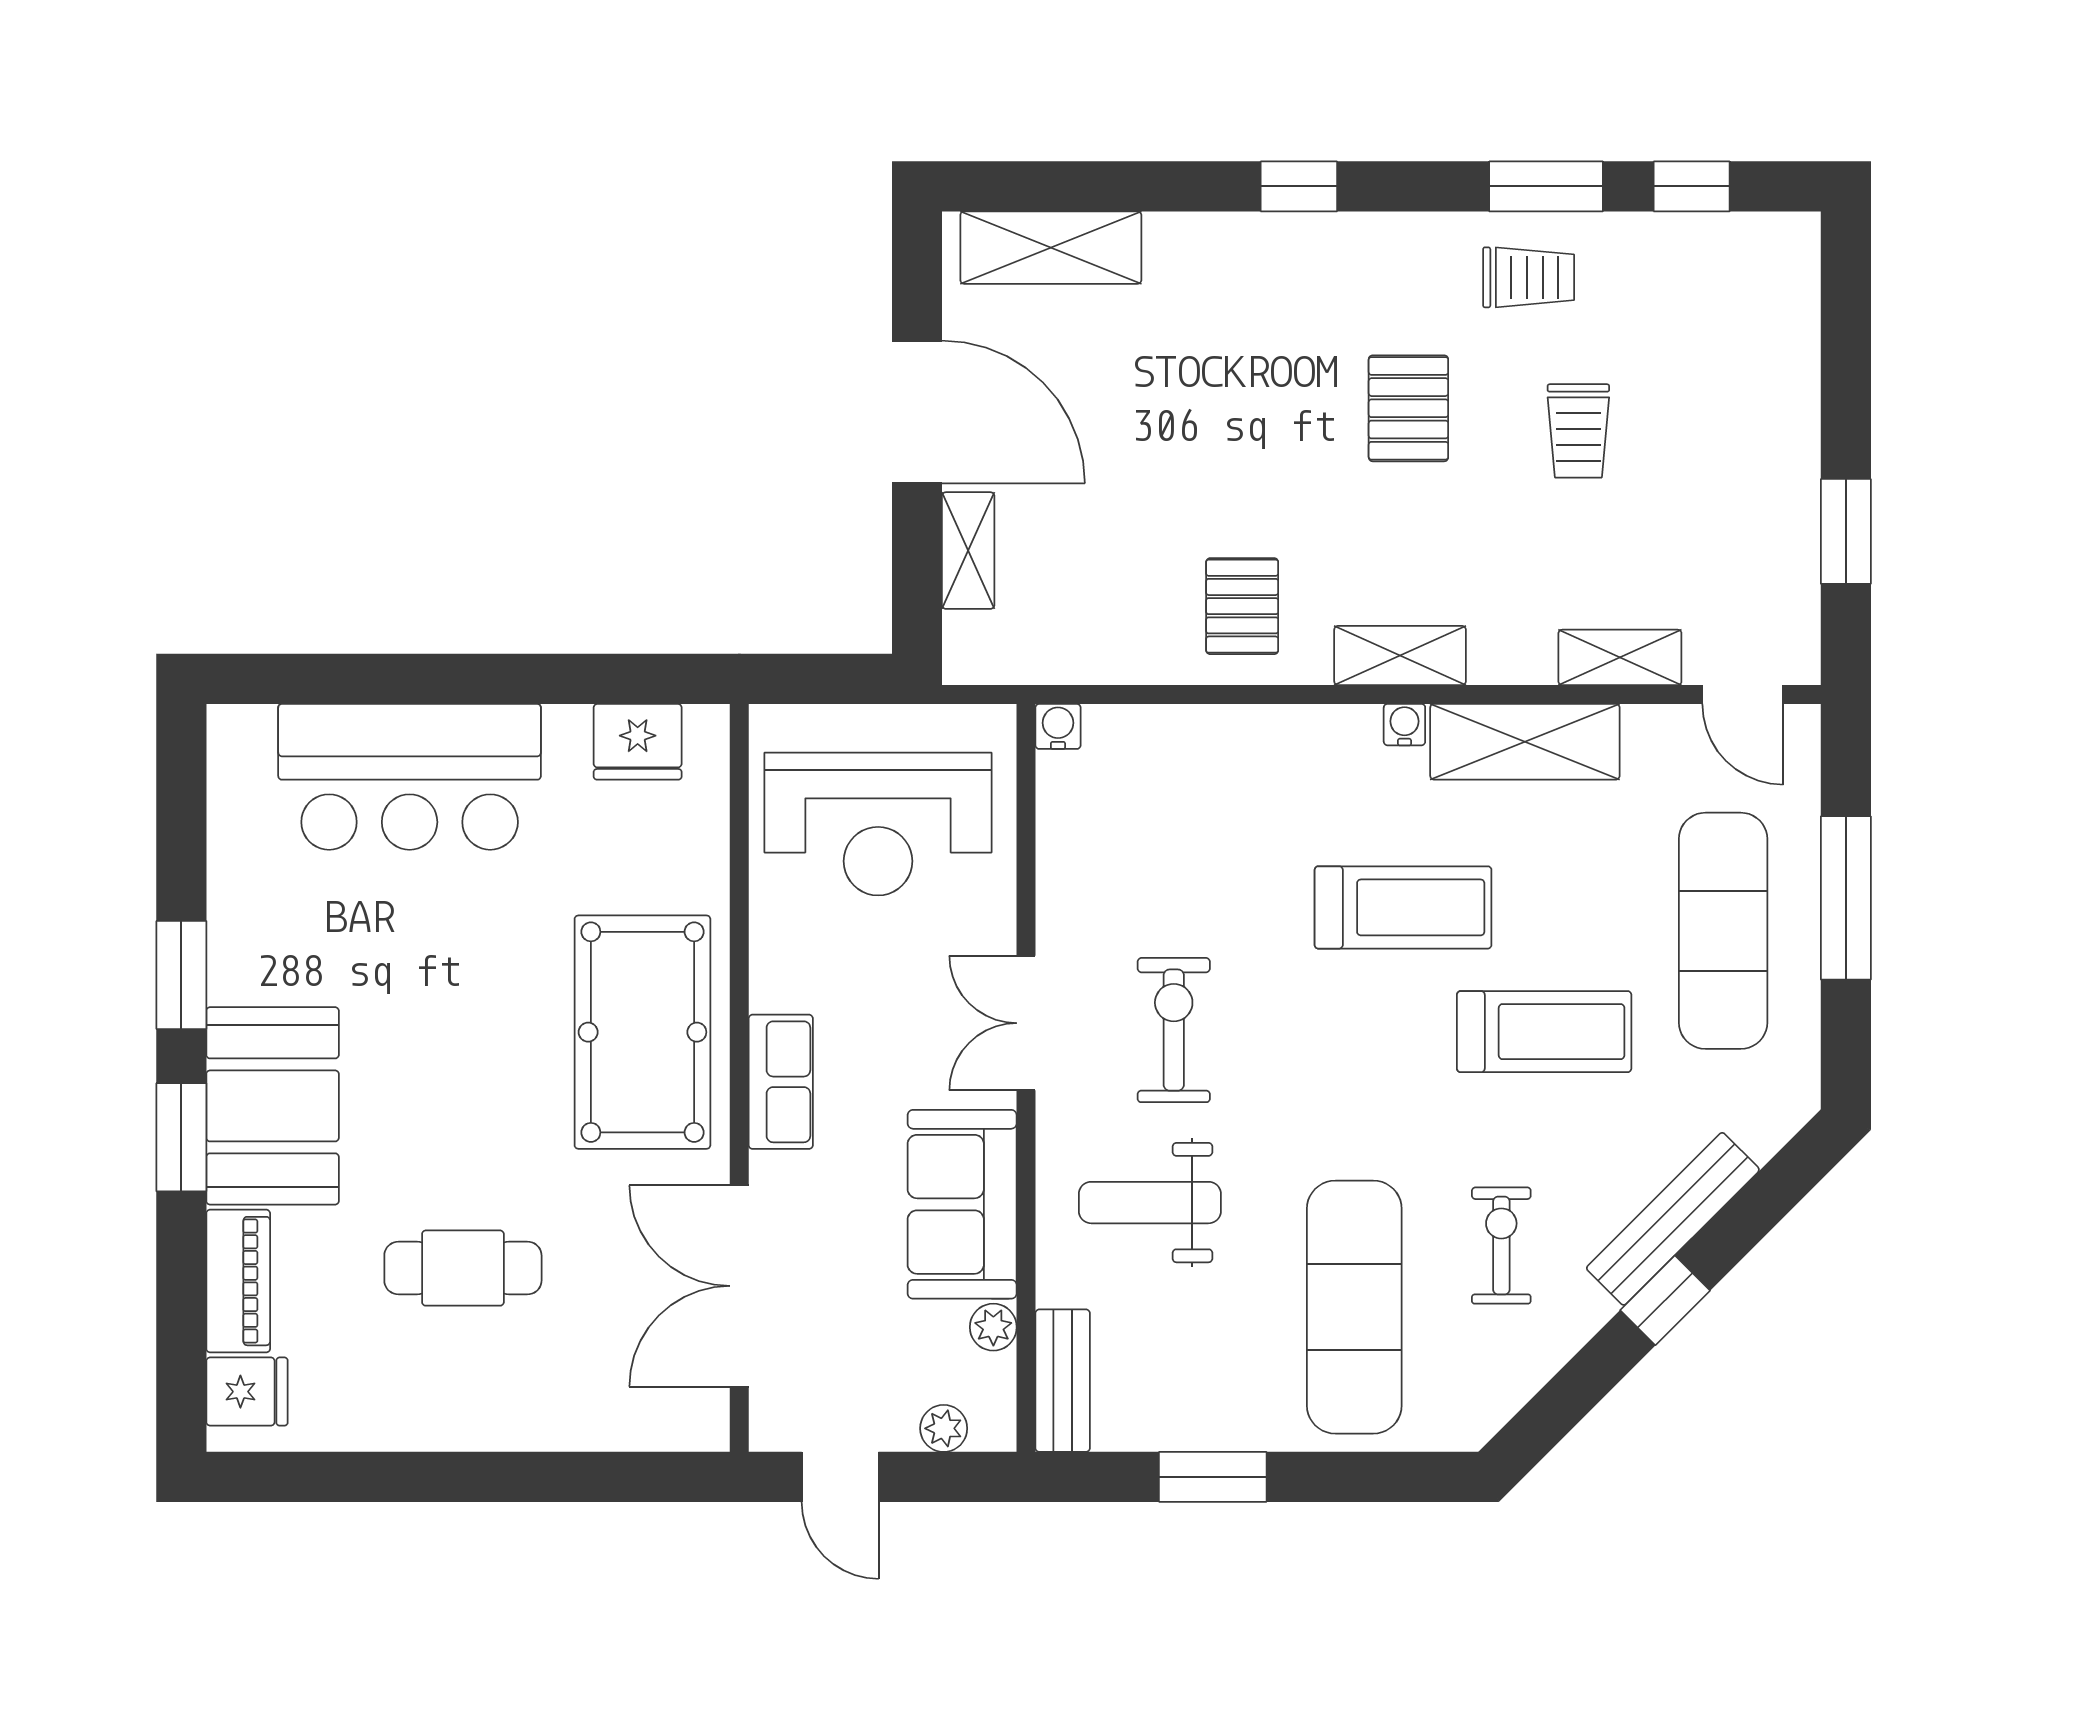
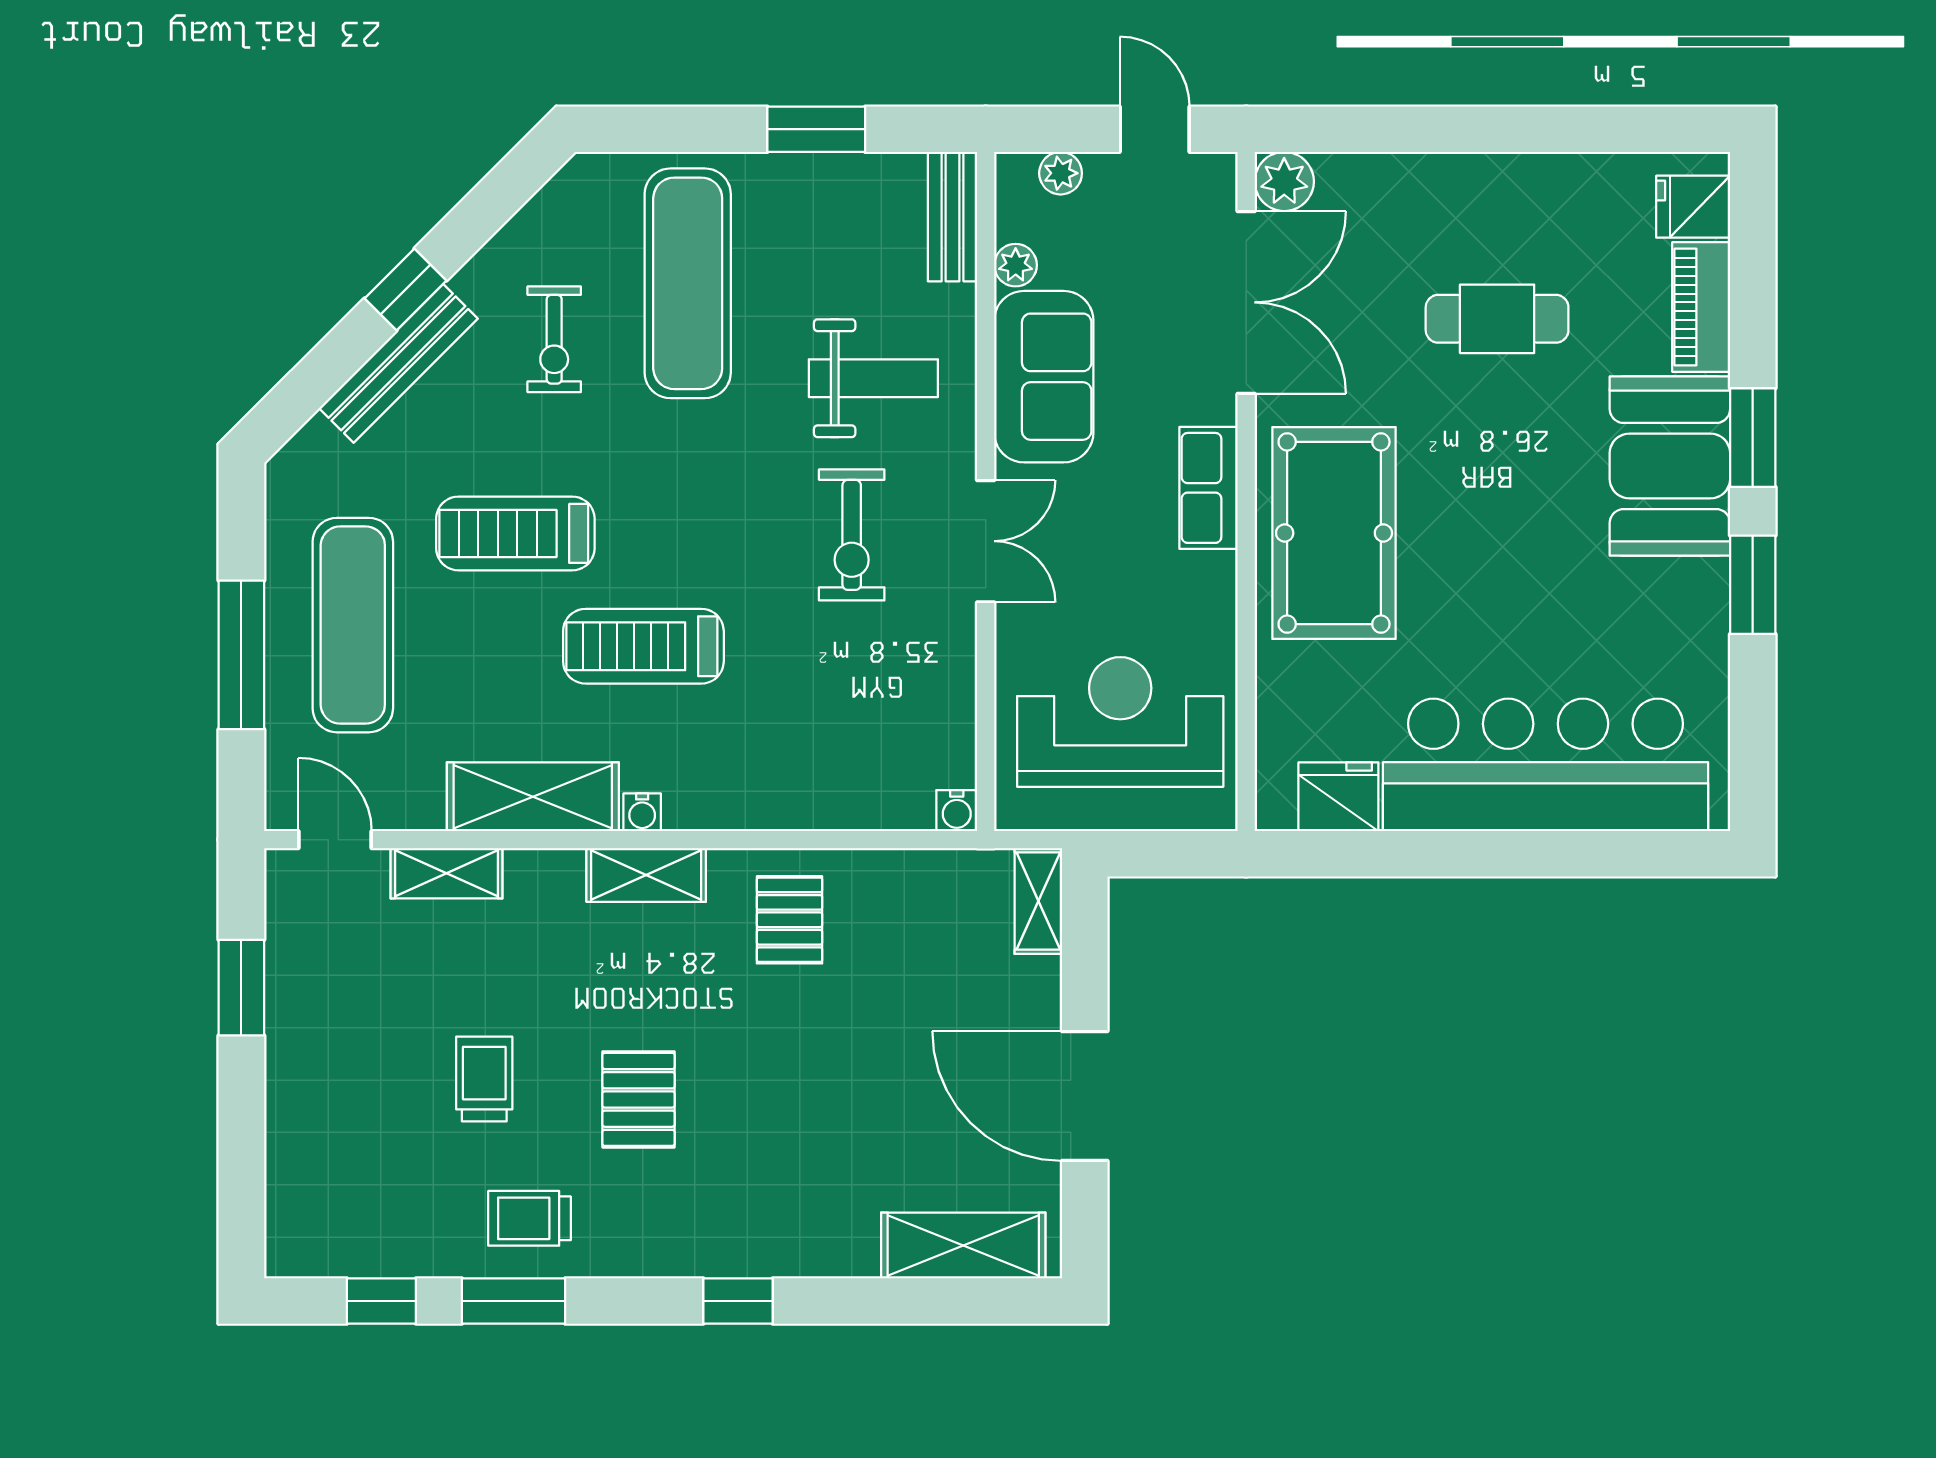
shelving: (968, 551) -> (1038, 901), moved
bar counter: (410, 777) -> (1546, 765), width x1.36
plant: (697, 1419) -> (1284, 181), added

